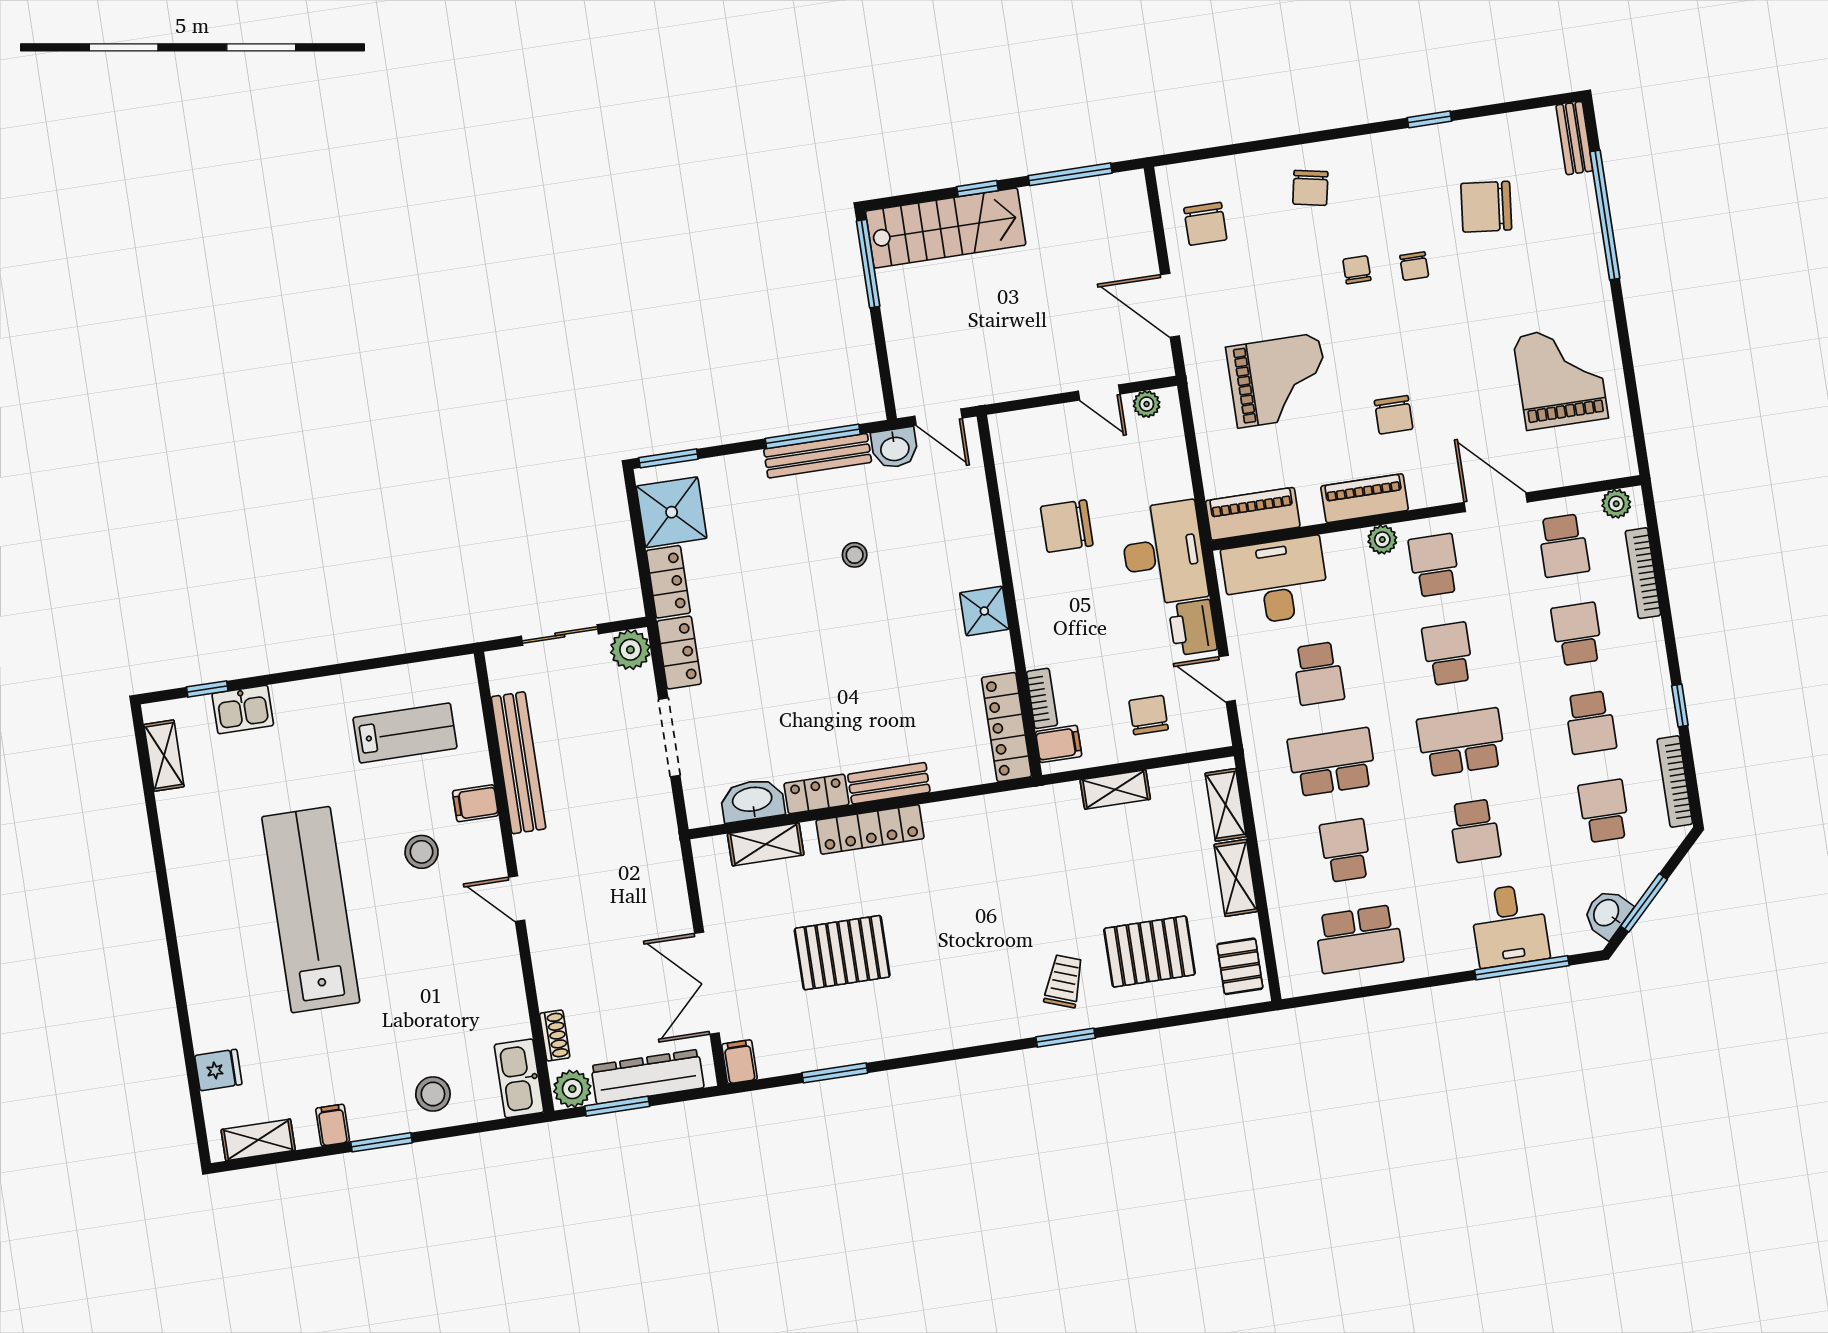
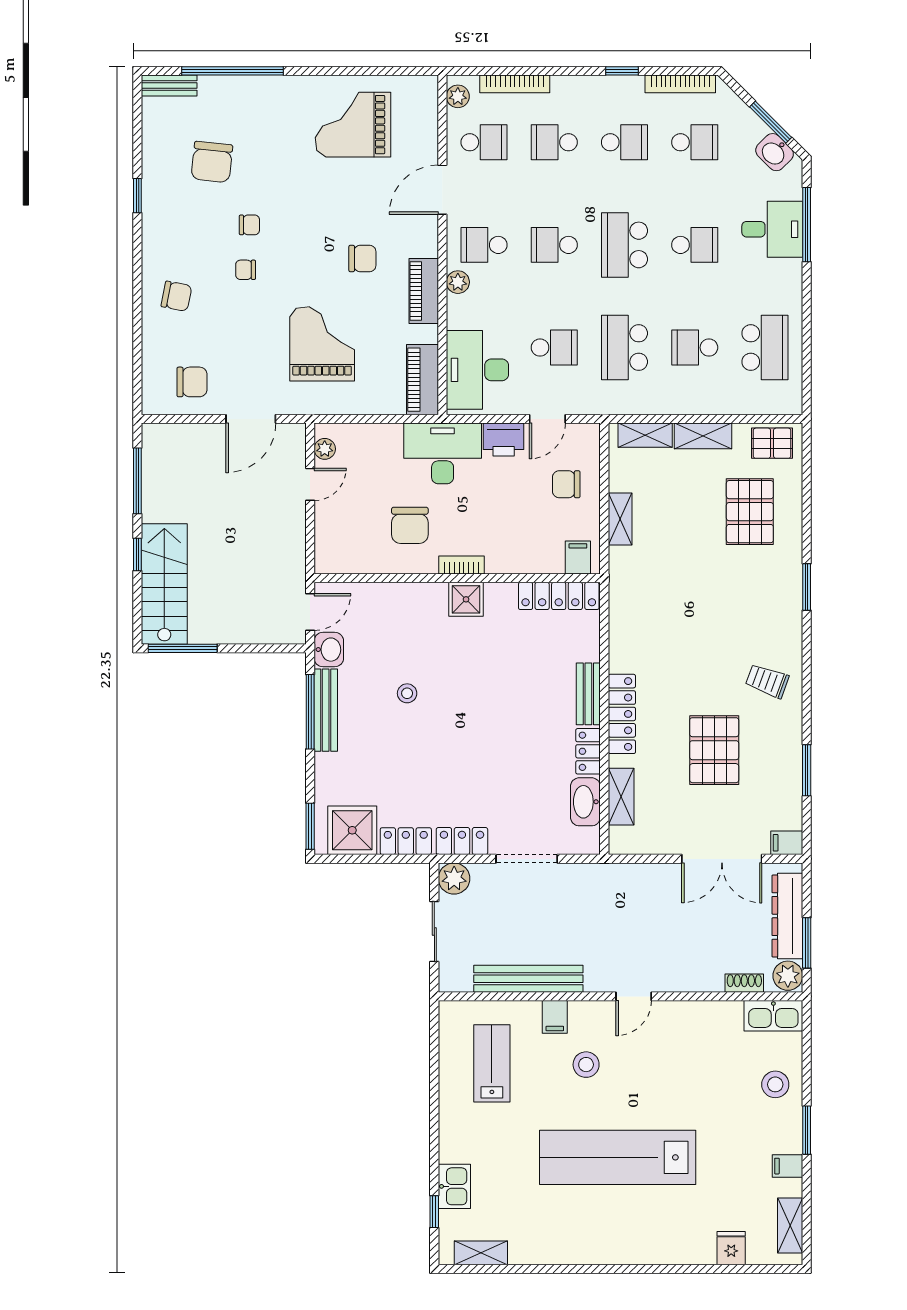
bookcase: (1042, 698) -> (462, 565), moved
school desk: (1604, 811) -> (695, 142), turned 180
trolley: (1064, 981) -> (767, 681), moved

